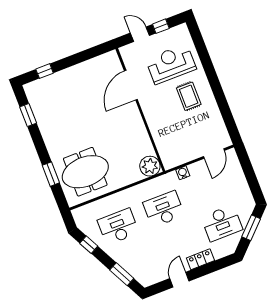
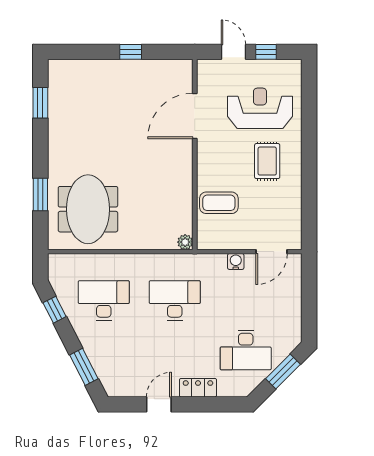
window: (45, 71) -> (131, 52), moved
coffee table: (168, 135) -> (219, 203), added
plant: (150, 166) -> (185, 242), width x0.53, depth x0.53
meeting table: (85, 172) -> (88, 209), turned 90
water cooler: (183, 173) -> (236, 261), moved

